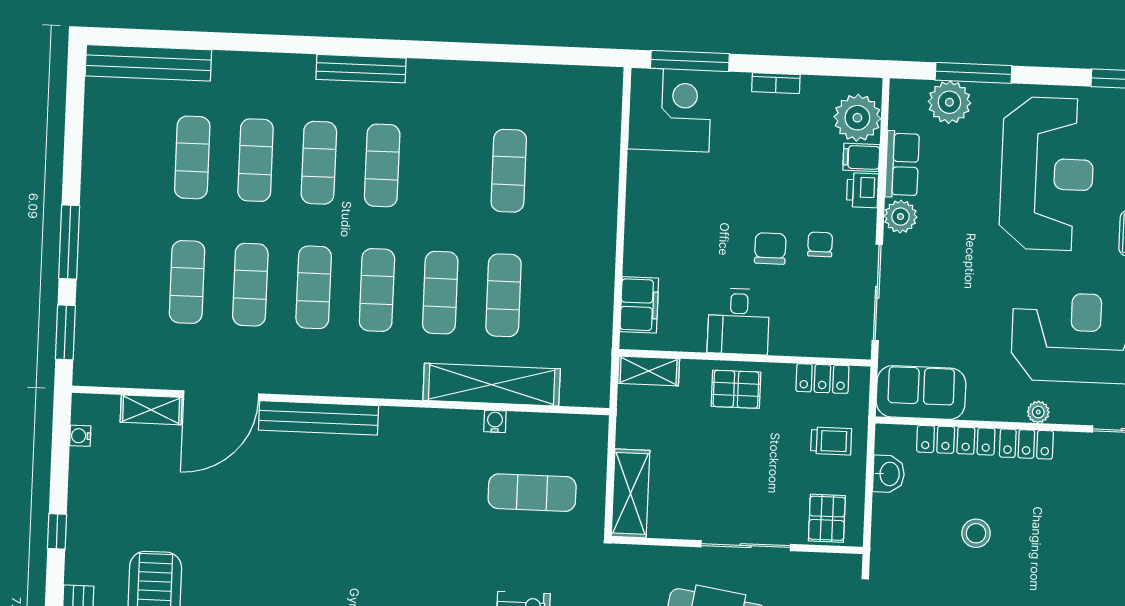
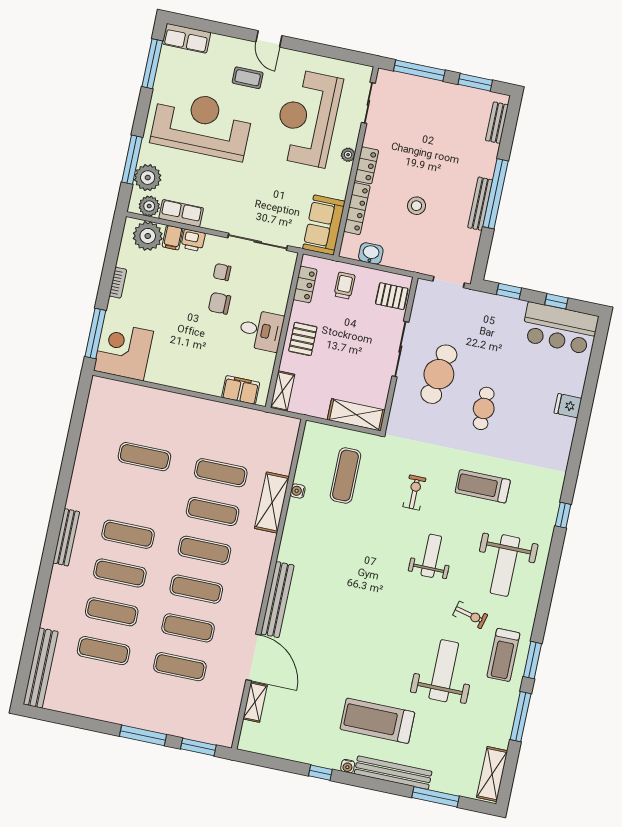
plant: (901, 217) -> (149, 206), moved
shelving: (492, 385) -> (272, 503), width x0.68
water cooler: (80, 436) -> (348, 766), moved

